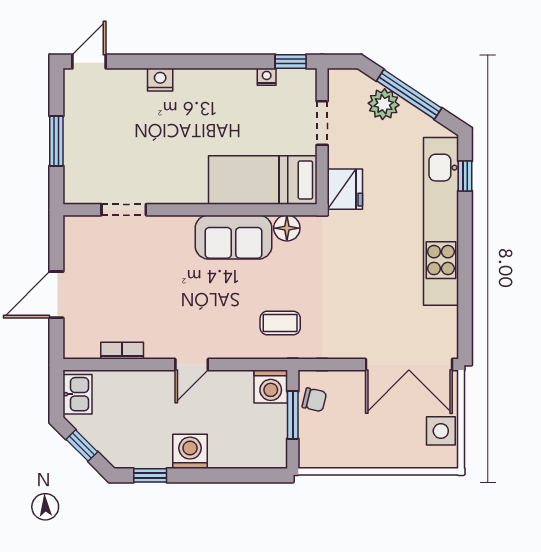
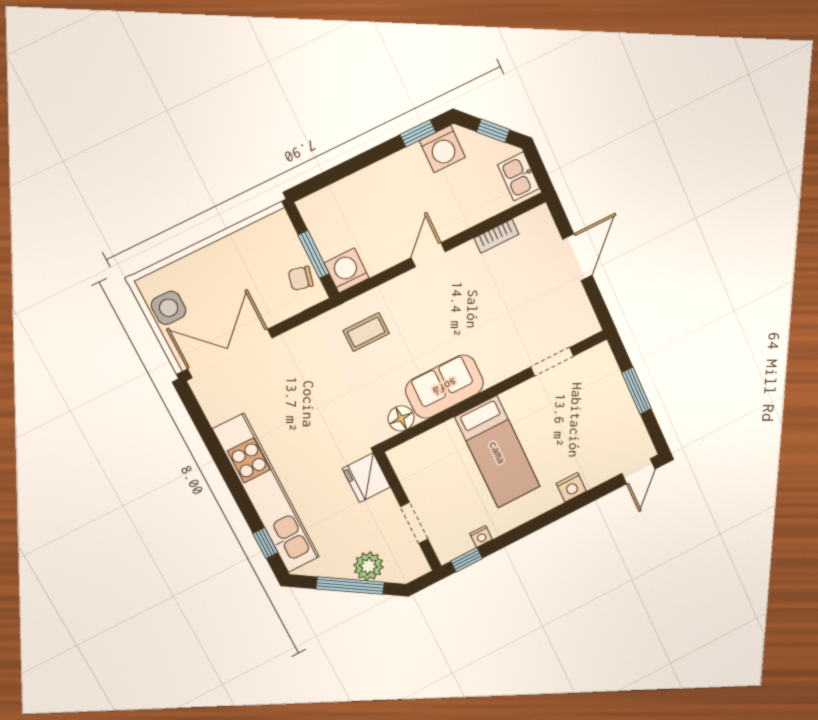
bed: (263, 180) -> (498, 452), moved, turned 90
washing machine: (190, 451) -> (442, 149), moved

